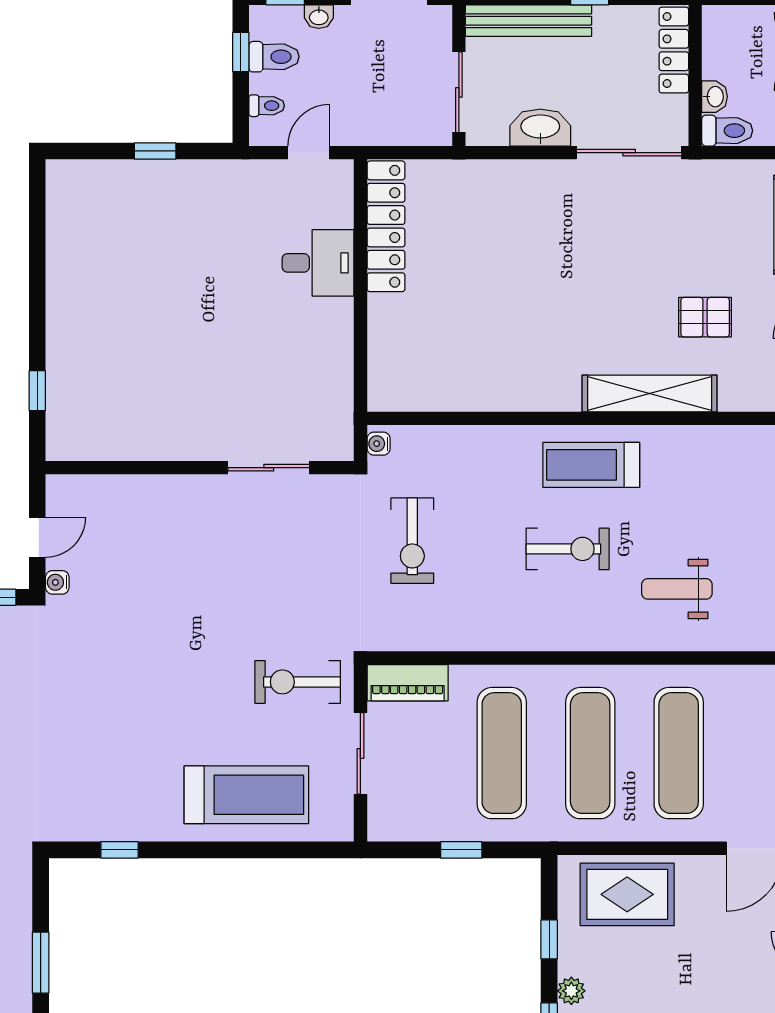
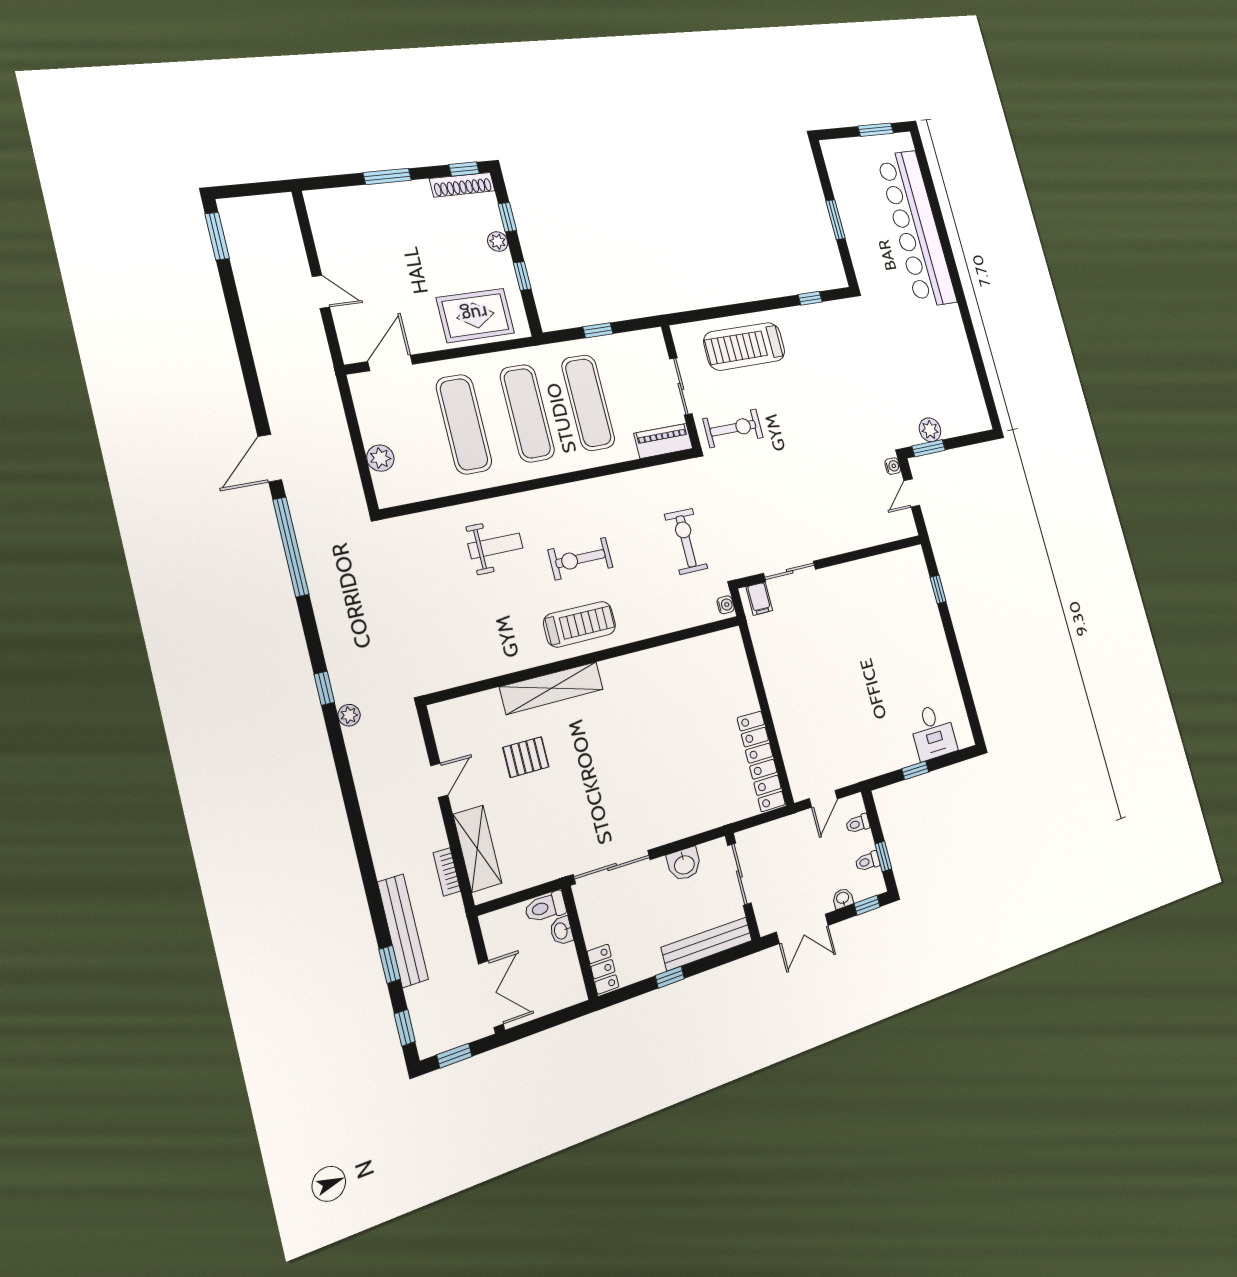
locker: (674, 50) -> (603, 969), width x0.66
toilet: (274, 57) -> (867, 861), width x0.73, depth x0.72
washbasin: (540, 128) -> (684, 864), width x0.72
desk: (318, 263) -> (933, 732), moved, turned -90
filing cabinet: (326, 441) -> (759, 599), added

